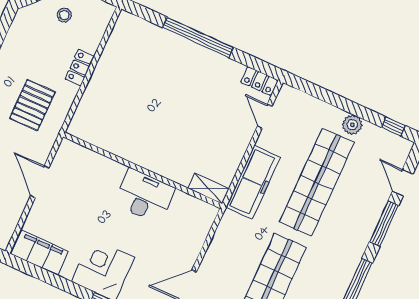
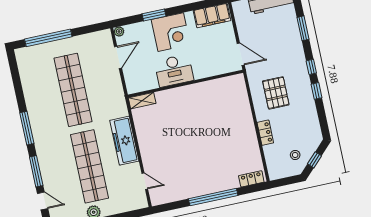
locker: (259, 81) -> (251, 179), moved
wall: (143, 170) -> (185, 84), moved
shelving: (208, 188) -> (142, 101), moved
desk: (144, 196) -> (174, 71), moved

